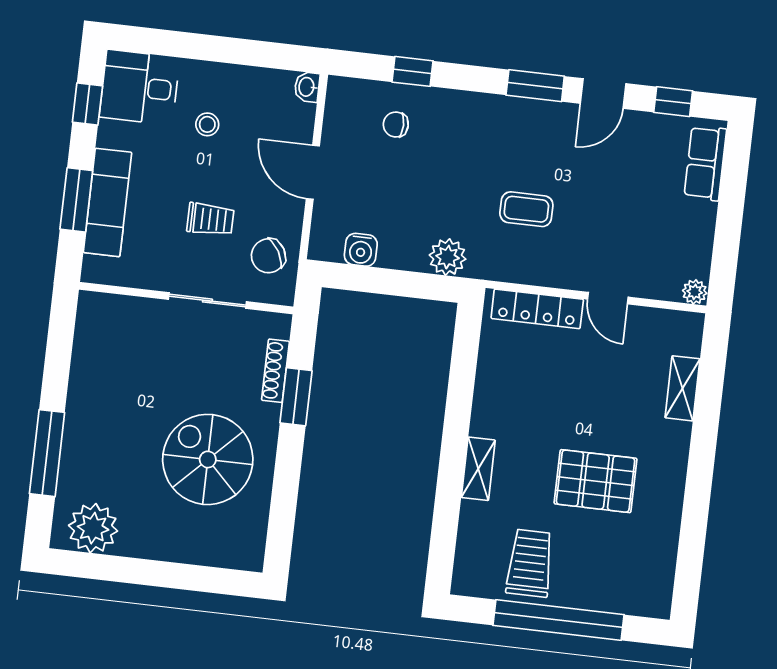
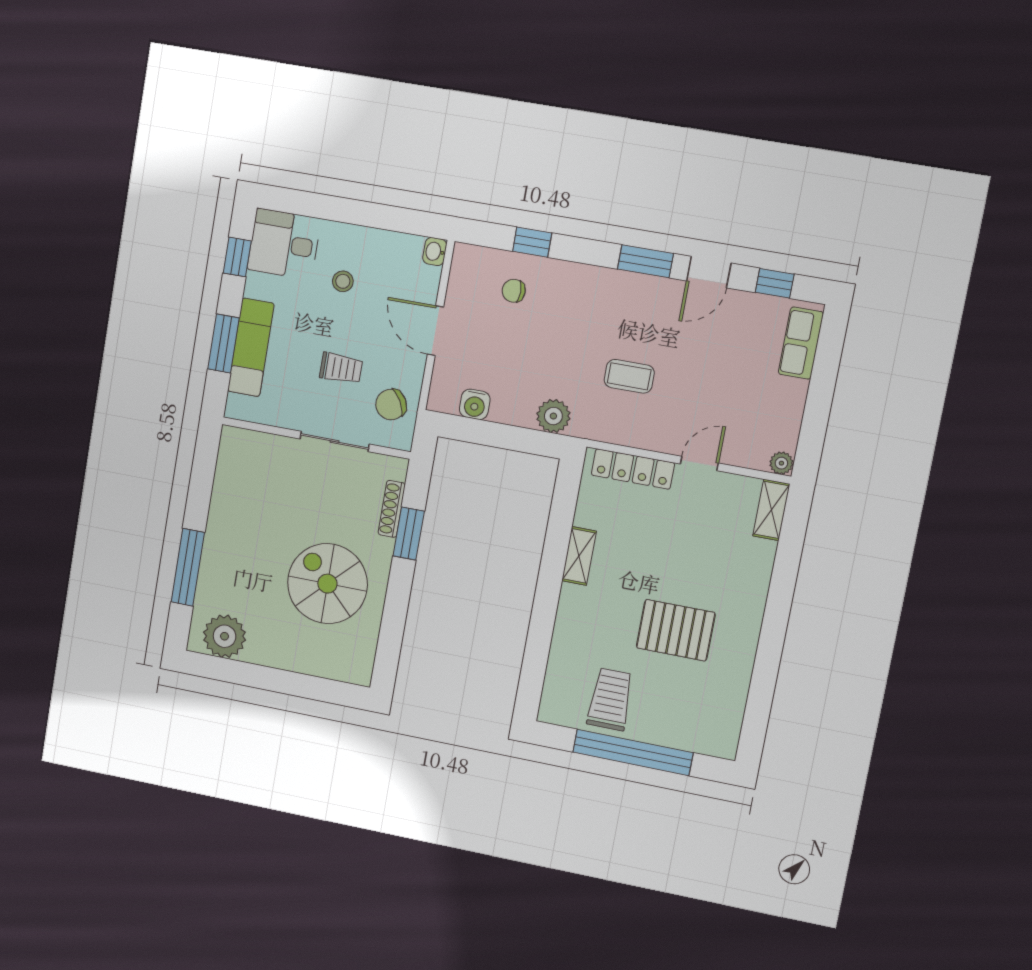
door: (608, 298) -> (699, 464), swing flipped
shelving: (683, 388) -> (771, 510), moved
shelving: (478, 469) -> (579, 556), moved

